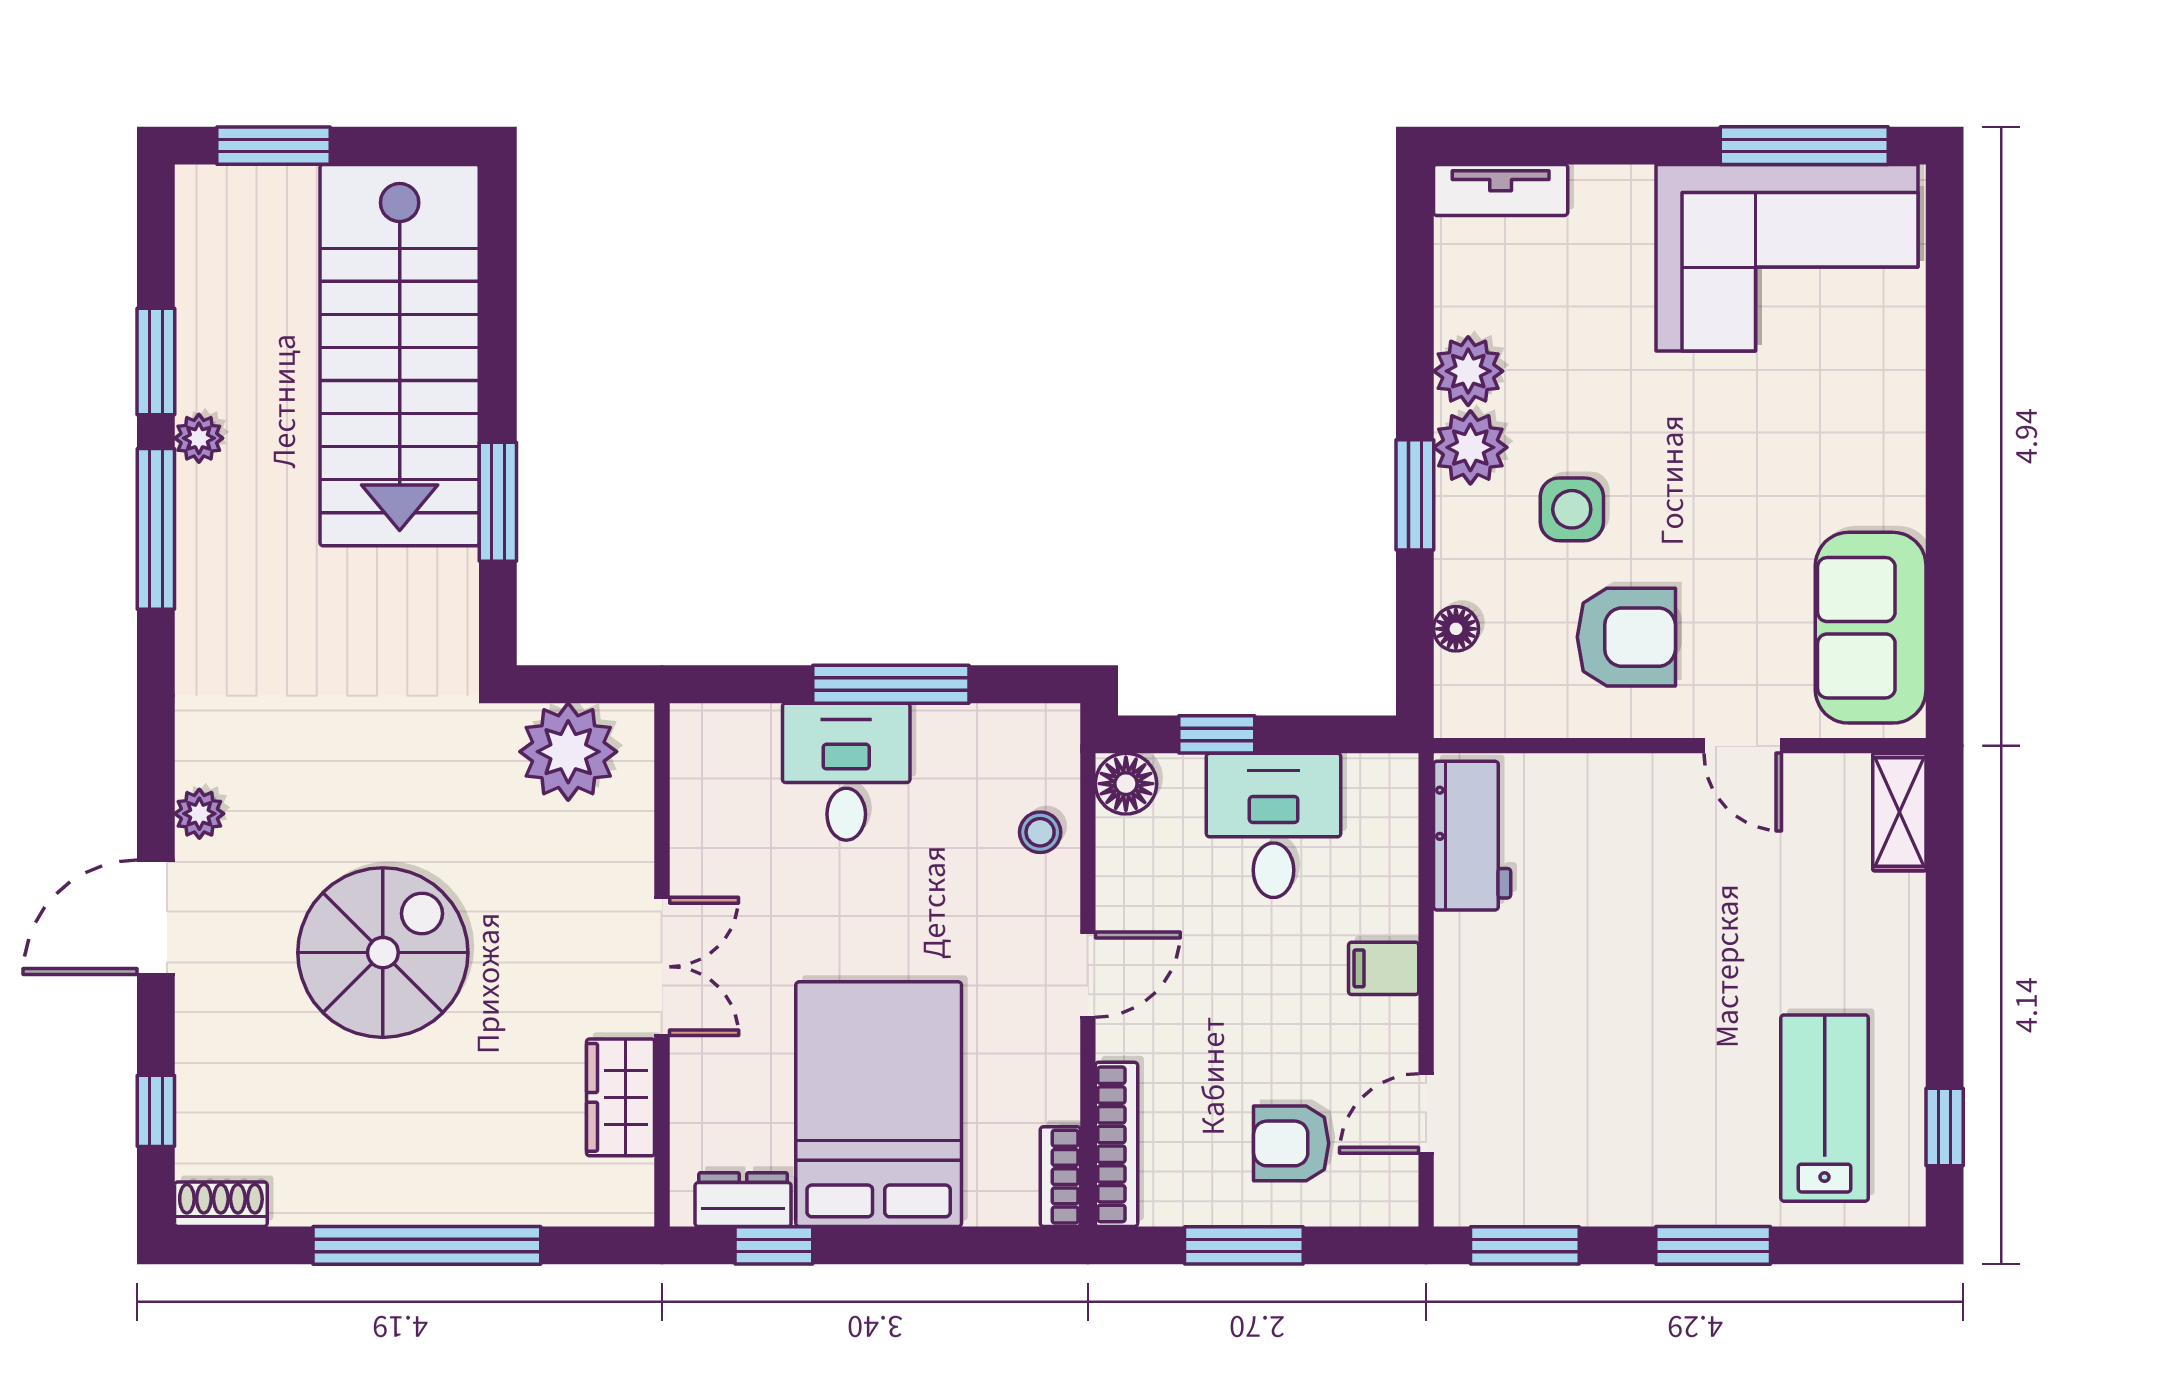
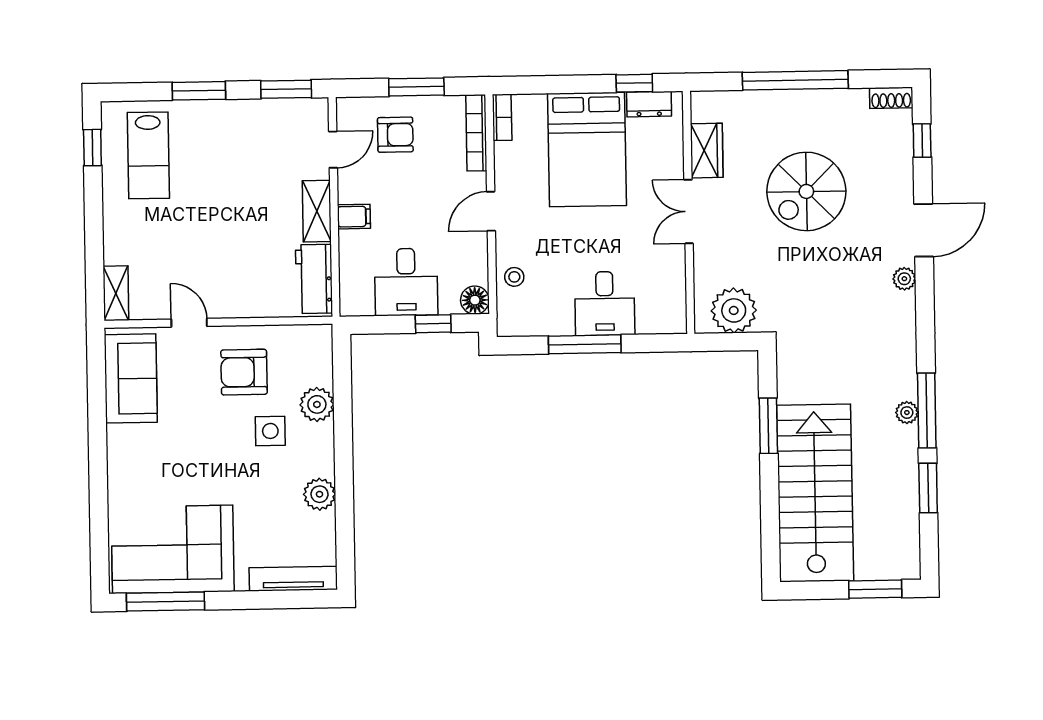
tv unit: (1501, 190) -> (293, 579), width x1.41
plant: (199, 438) -> (907, 413), moved
plant: (1470, 447) -> (317, 404), moved
window: (1415, 495) -> (343, 436), removed
floor lamp: (1456, 629) -> (323, 375), removed
spiral stairs: (383, 953) -> (806, 191), moved
shelving: (1463, 981) -> (317, 211), added

